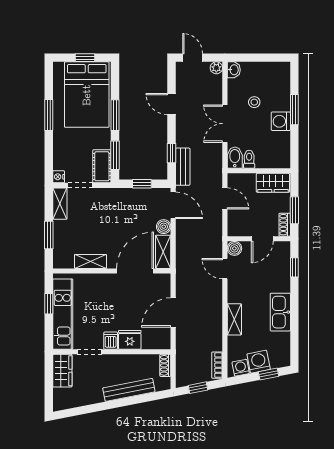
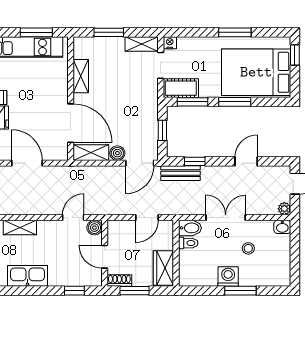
window: (85, 58) -> (295, 55), moved
window: (49, 304) -> (36, 32), width x1.50

